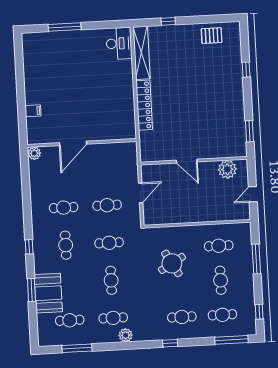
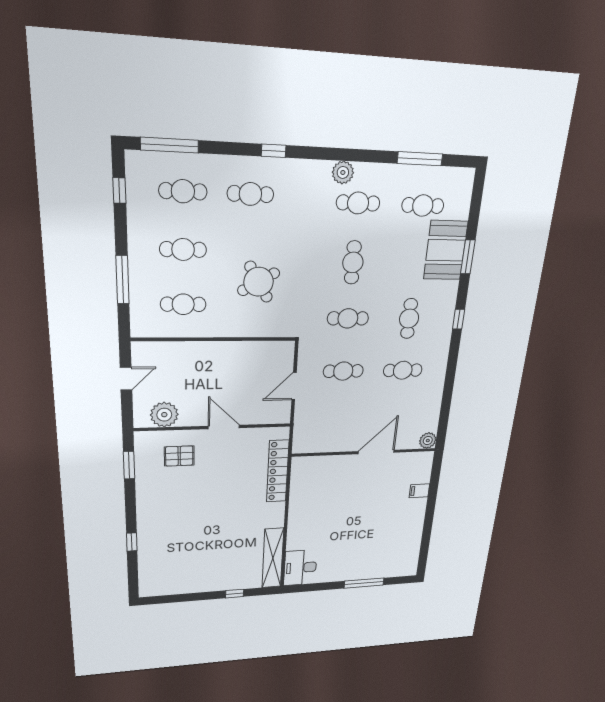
pallet: (212, 36) -> (179, 456), moved
locker: (144, 105) -> (278, 471), moved
cafe table: (221, 280) -> (183, 249), turned 90

